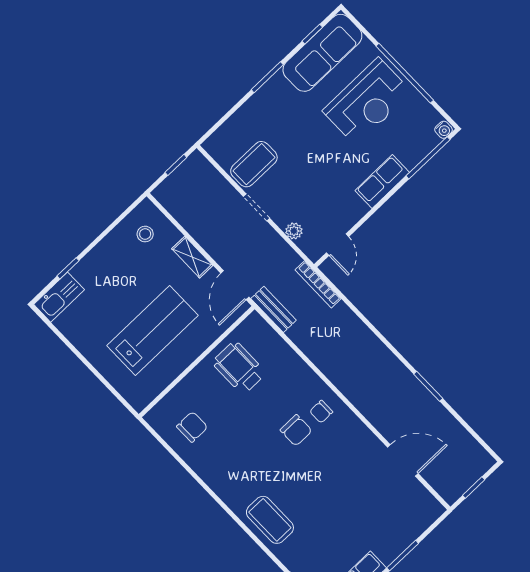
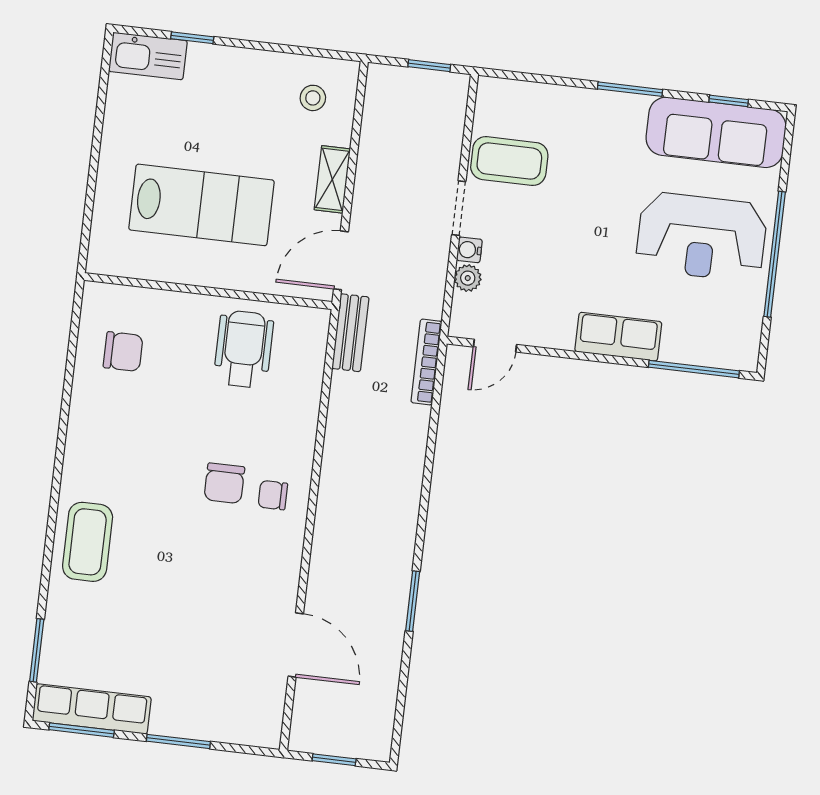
water cooler: (443, 130) -> (469, 250), moved, turned 90

